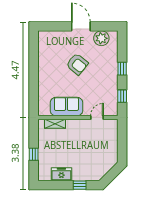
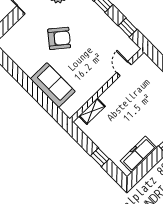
sofa: (66, 107) -> (53, 85), moved, turned 90
freezer: (61, 174) -> (139, 154), width x1.40

